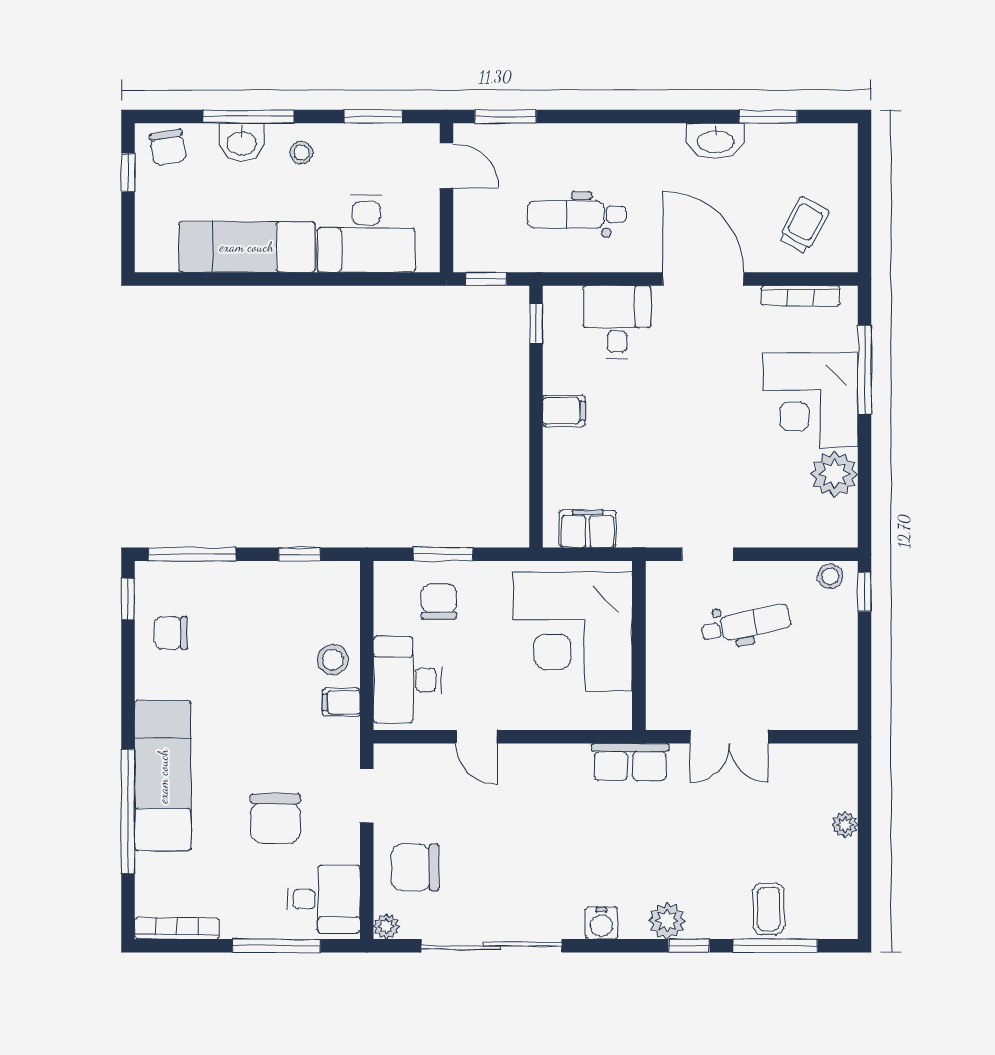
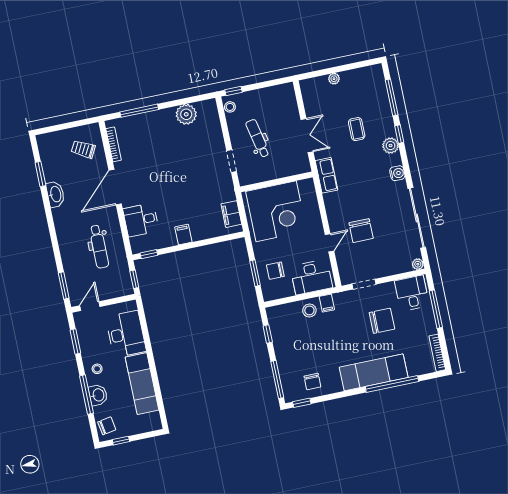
corner desk: (810, 400) -> (157, 131), removed
chair: (415, 867) -> (361, 231), moved
coffee table: (768, 909) -> (357, 129), moved, turned 90

